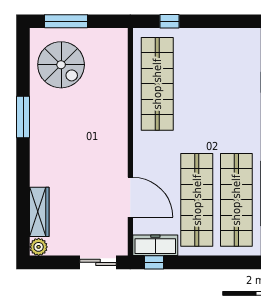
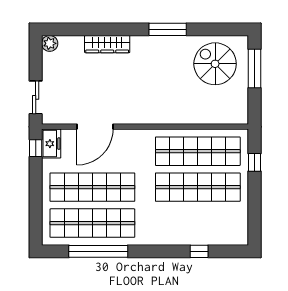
spiral stairs: (61, 65) -> (215, 64), turned 90
shop shelf: (197, 84) -> (198, 187), added
wardrobe: (39, 212) -> (107, 44), moved
freezer: (155, 245) -> (51, 144), width x0.71

